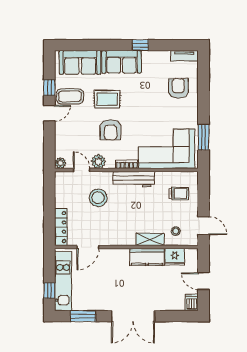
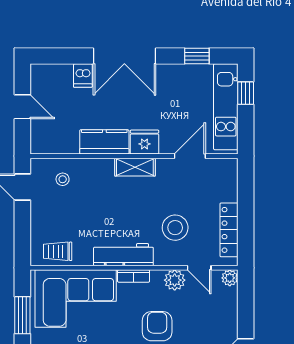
trolley: (179, 194) -> (58, 251), moved
locker: (61, 227) -> (229, 230), moved
shelving: (150, 239) -> (135, 167), moved
fridge: (175, 257) -> (144, 142), moved
dishwasher: (192, 303) -> (83, 76), moved
window: (83, 316) -> (197, 56), width x0.67
double door: (133, 316) -> (124, 56), swing flipped

